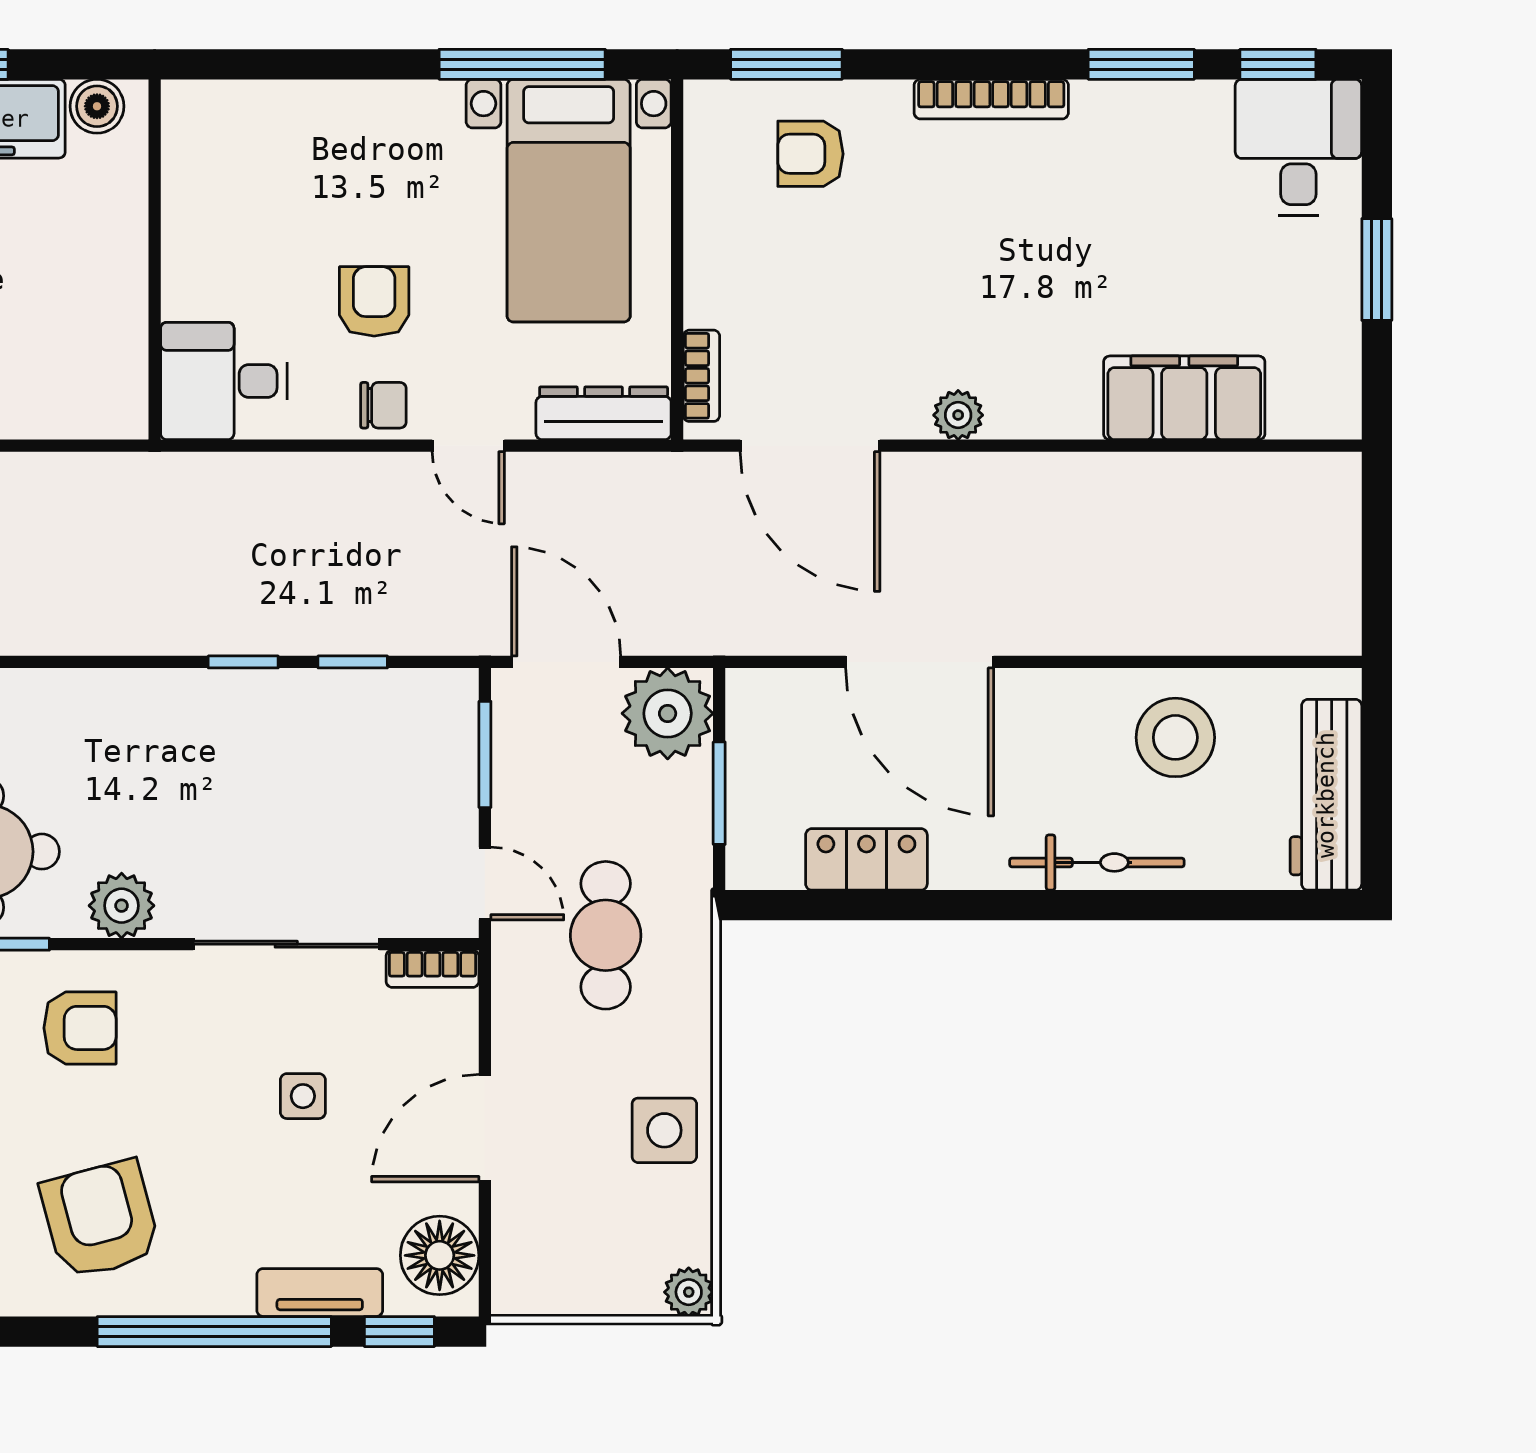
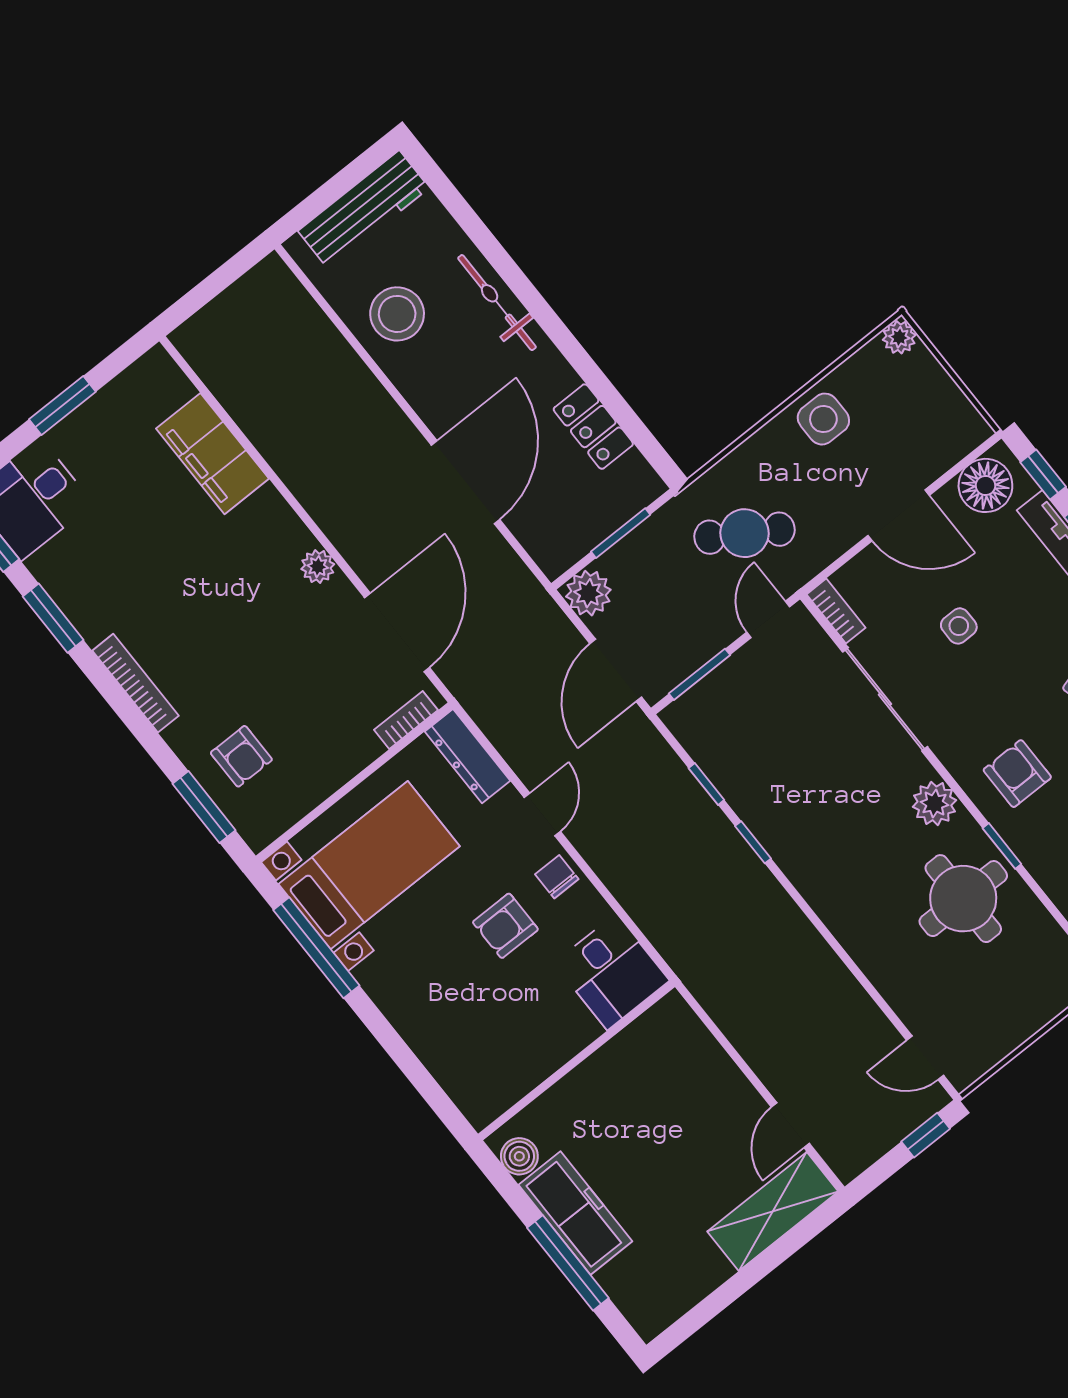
plant: (668, 713) -> (588, 593), width x0.73, depth x0.73
cafe table: (606, 935) -> (745, 533), turned 32

